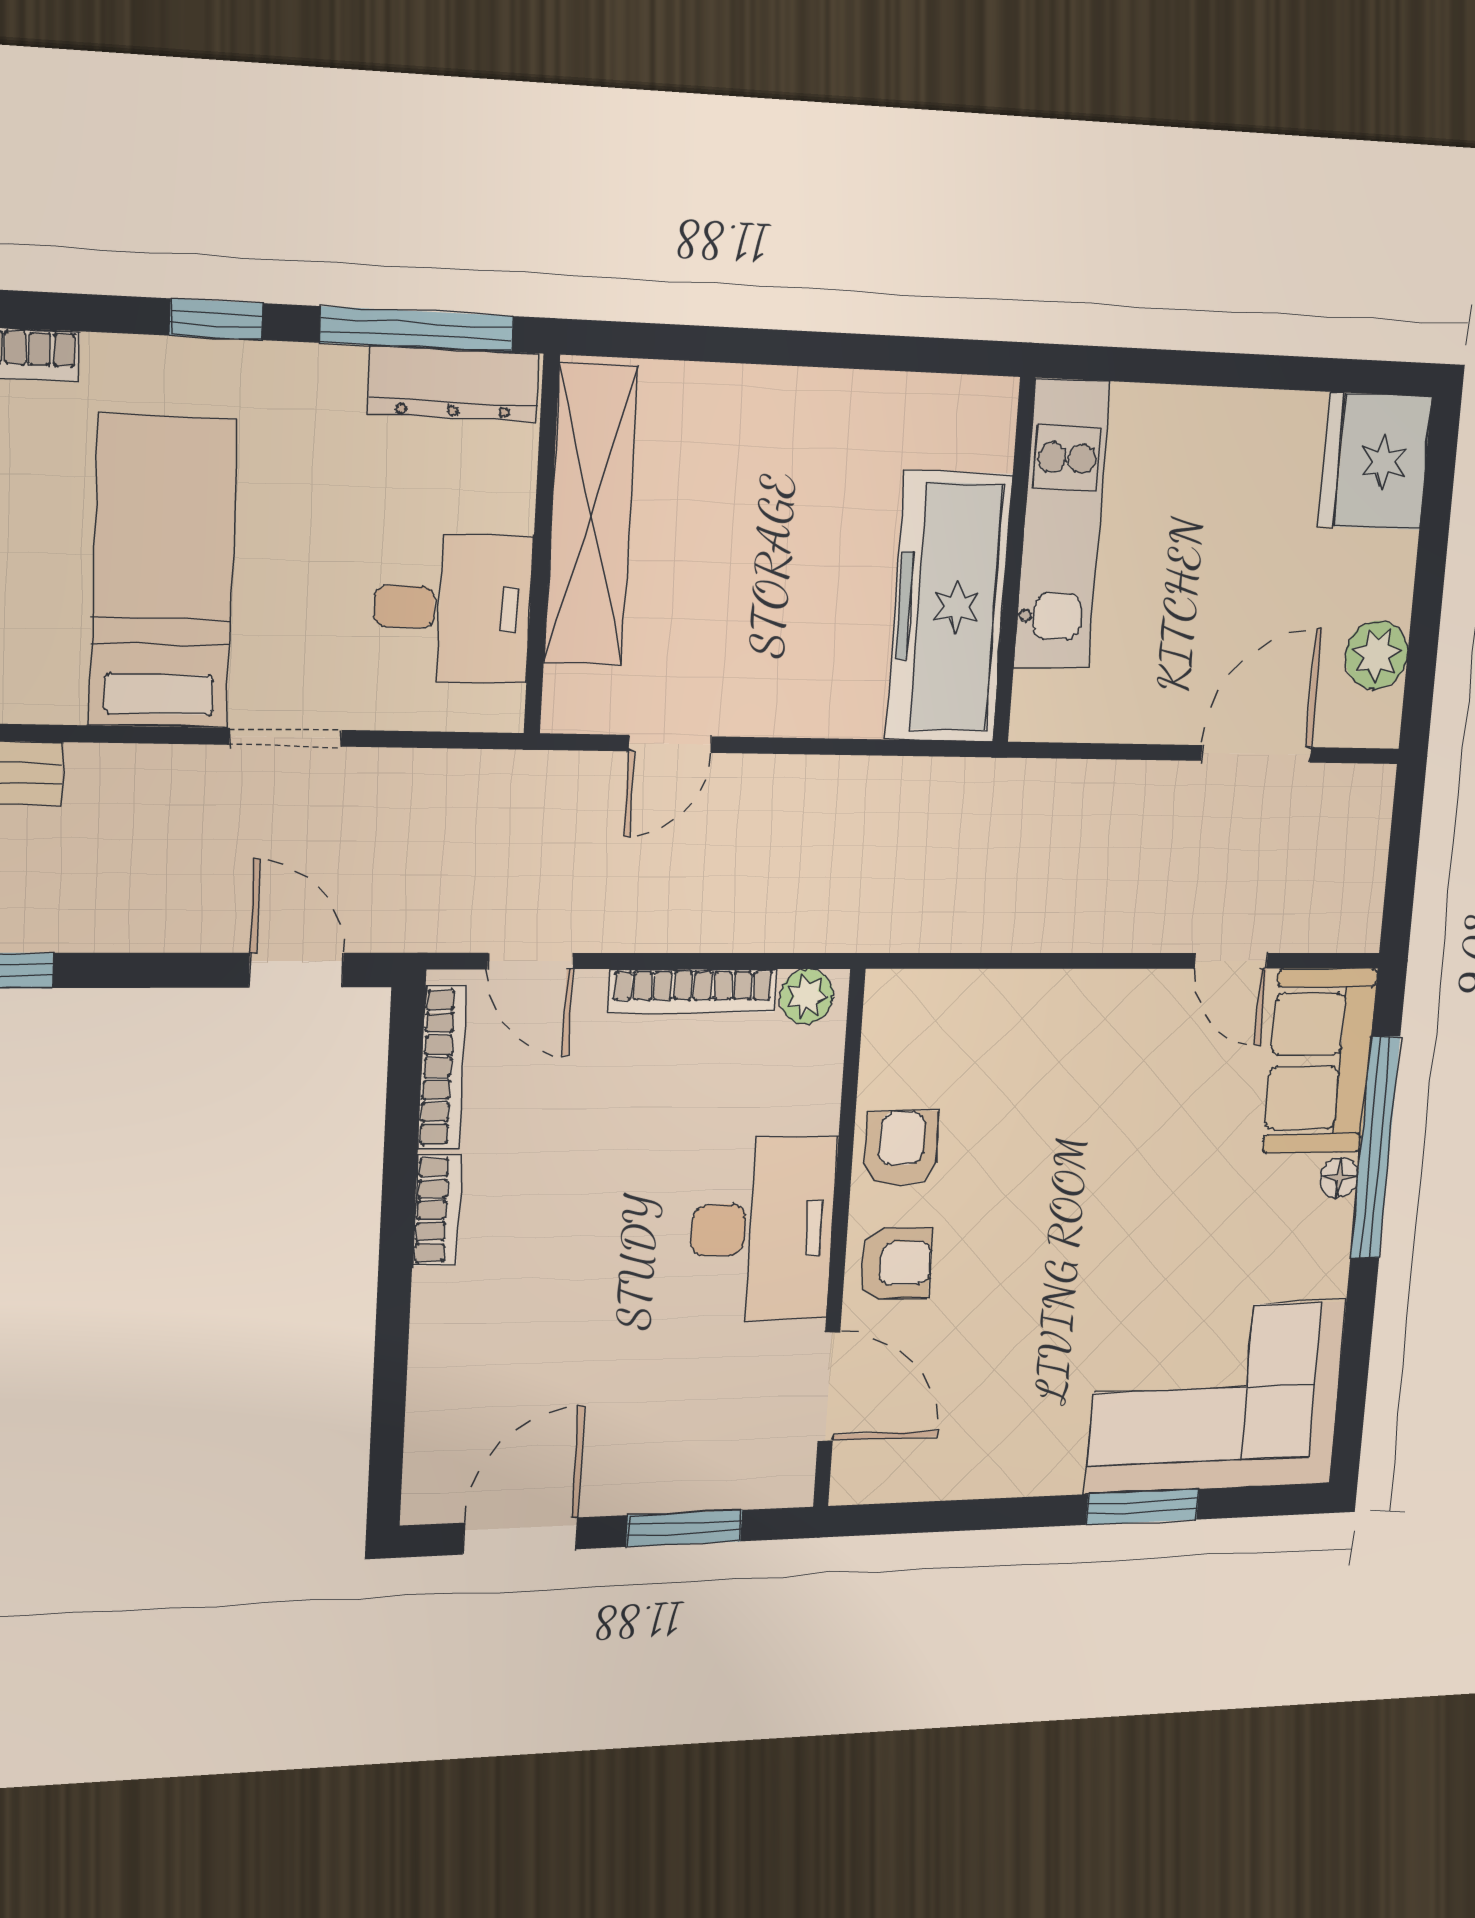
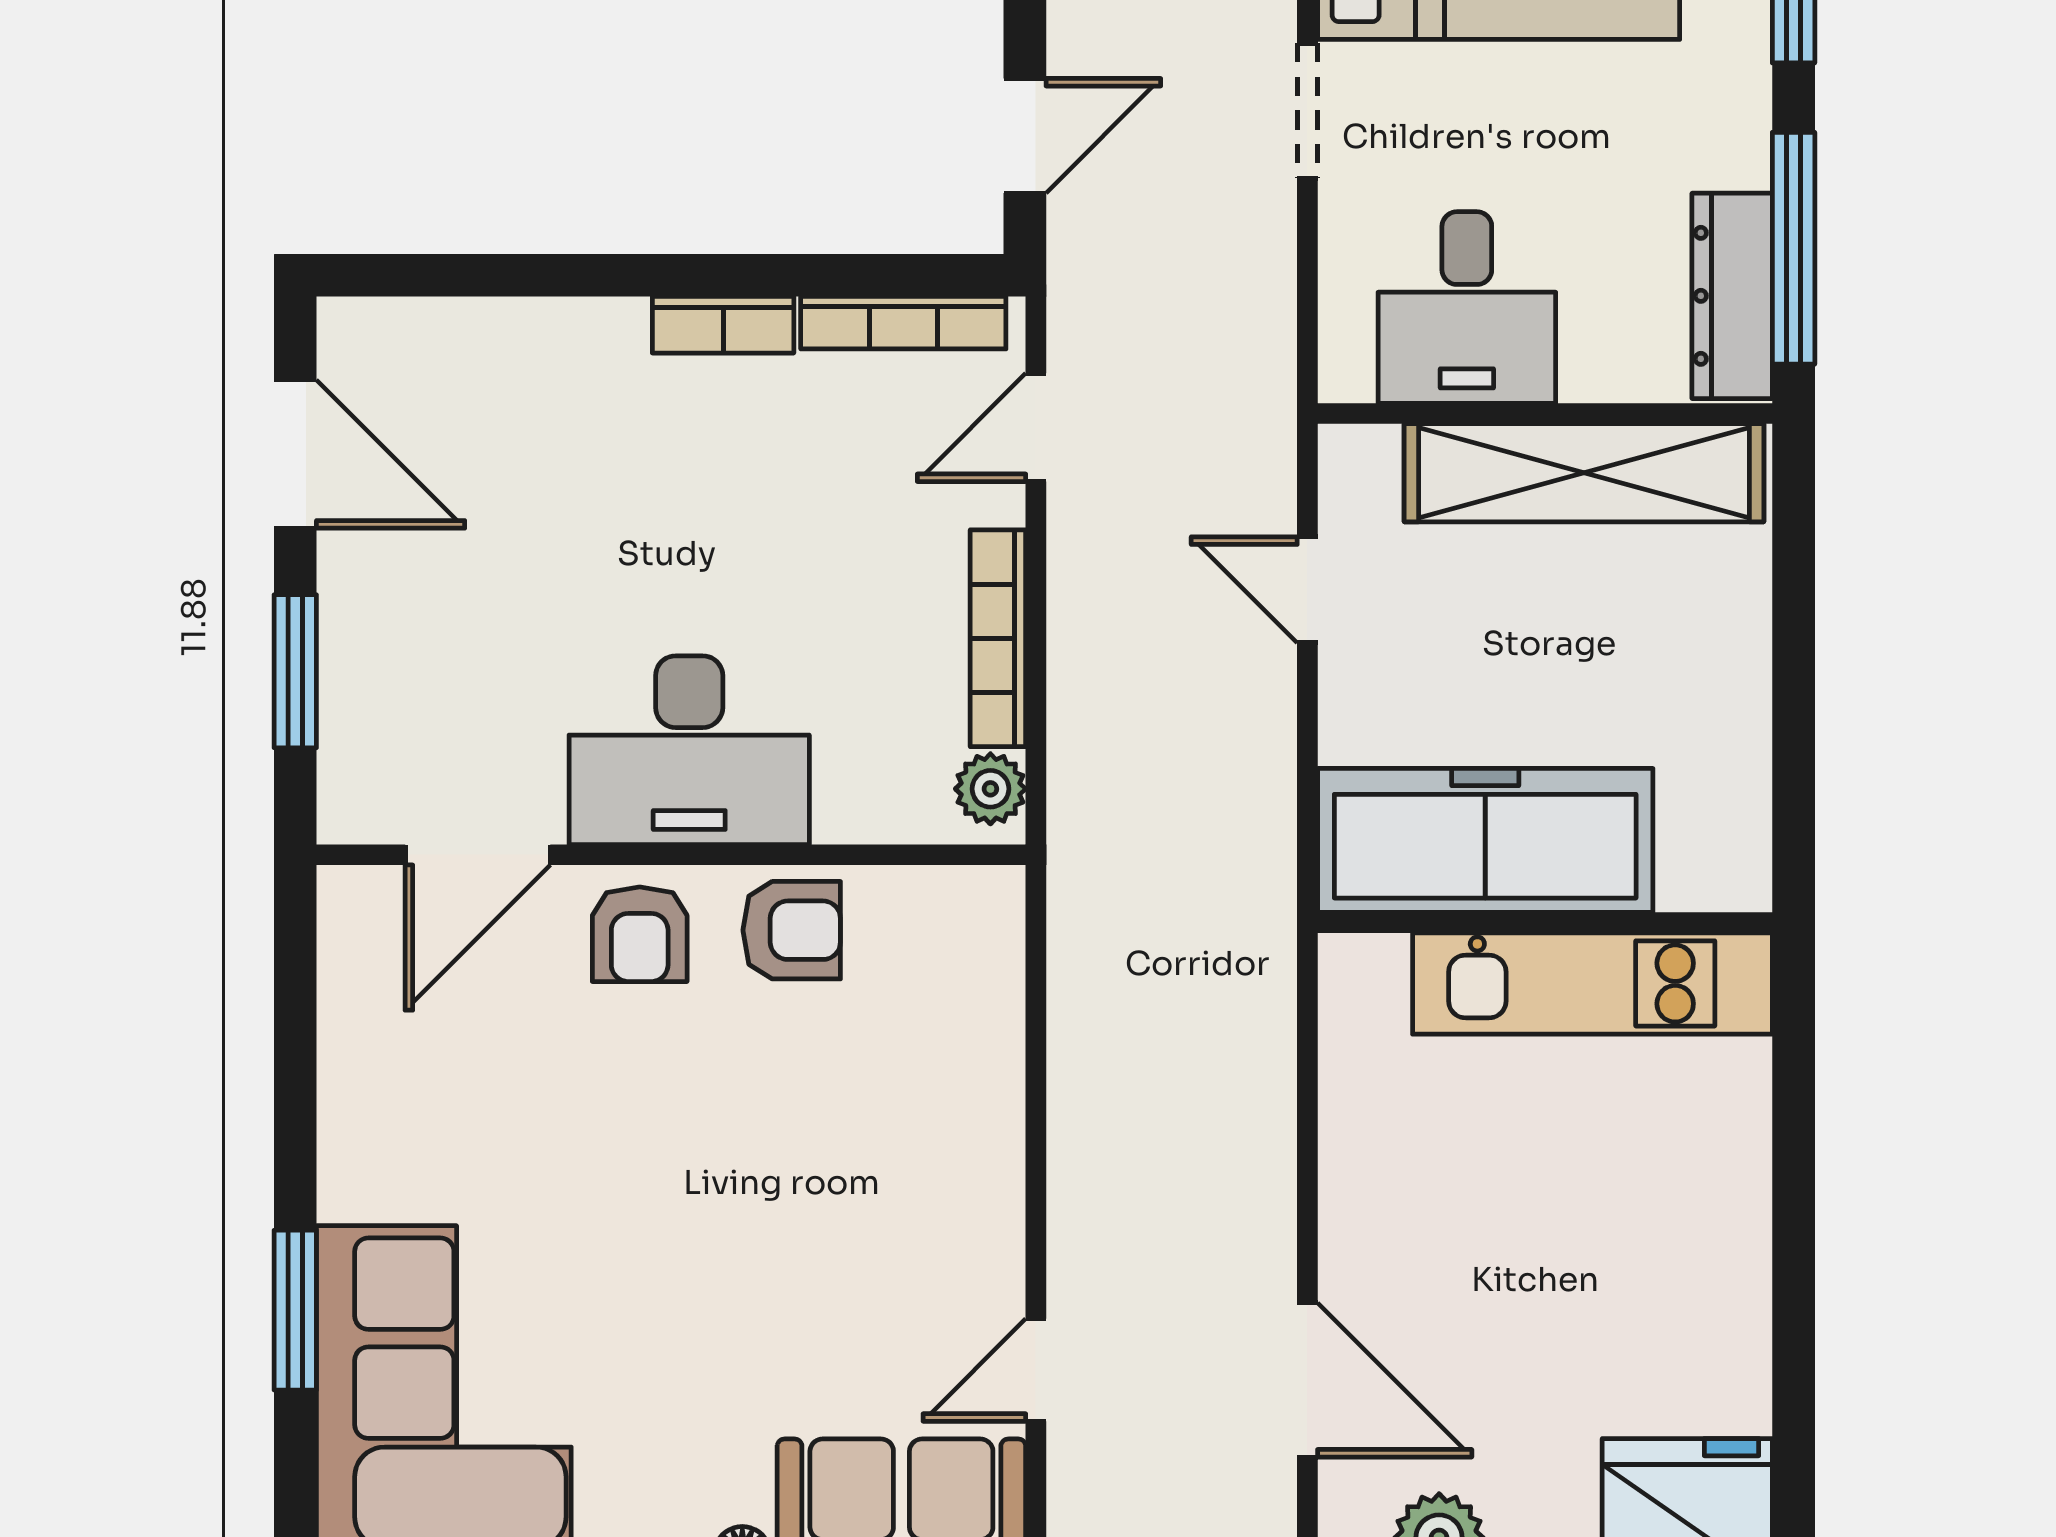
kitchen unit: (1062, 524) -> (1592, 983), moved
wall: (1014, 561) -> (1545, 923), moved
freezer: (949, 607) -> (1485, 840), moved

